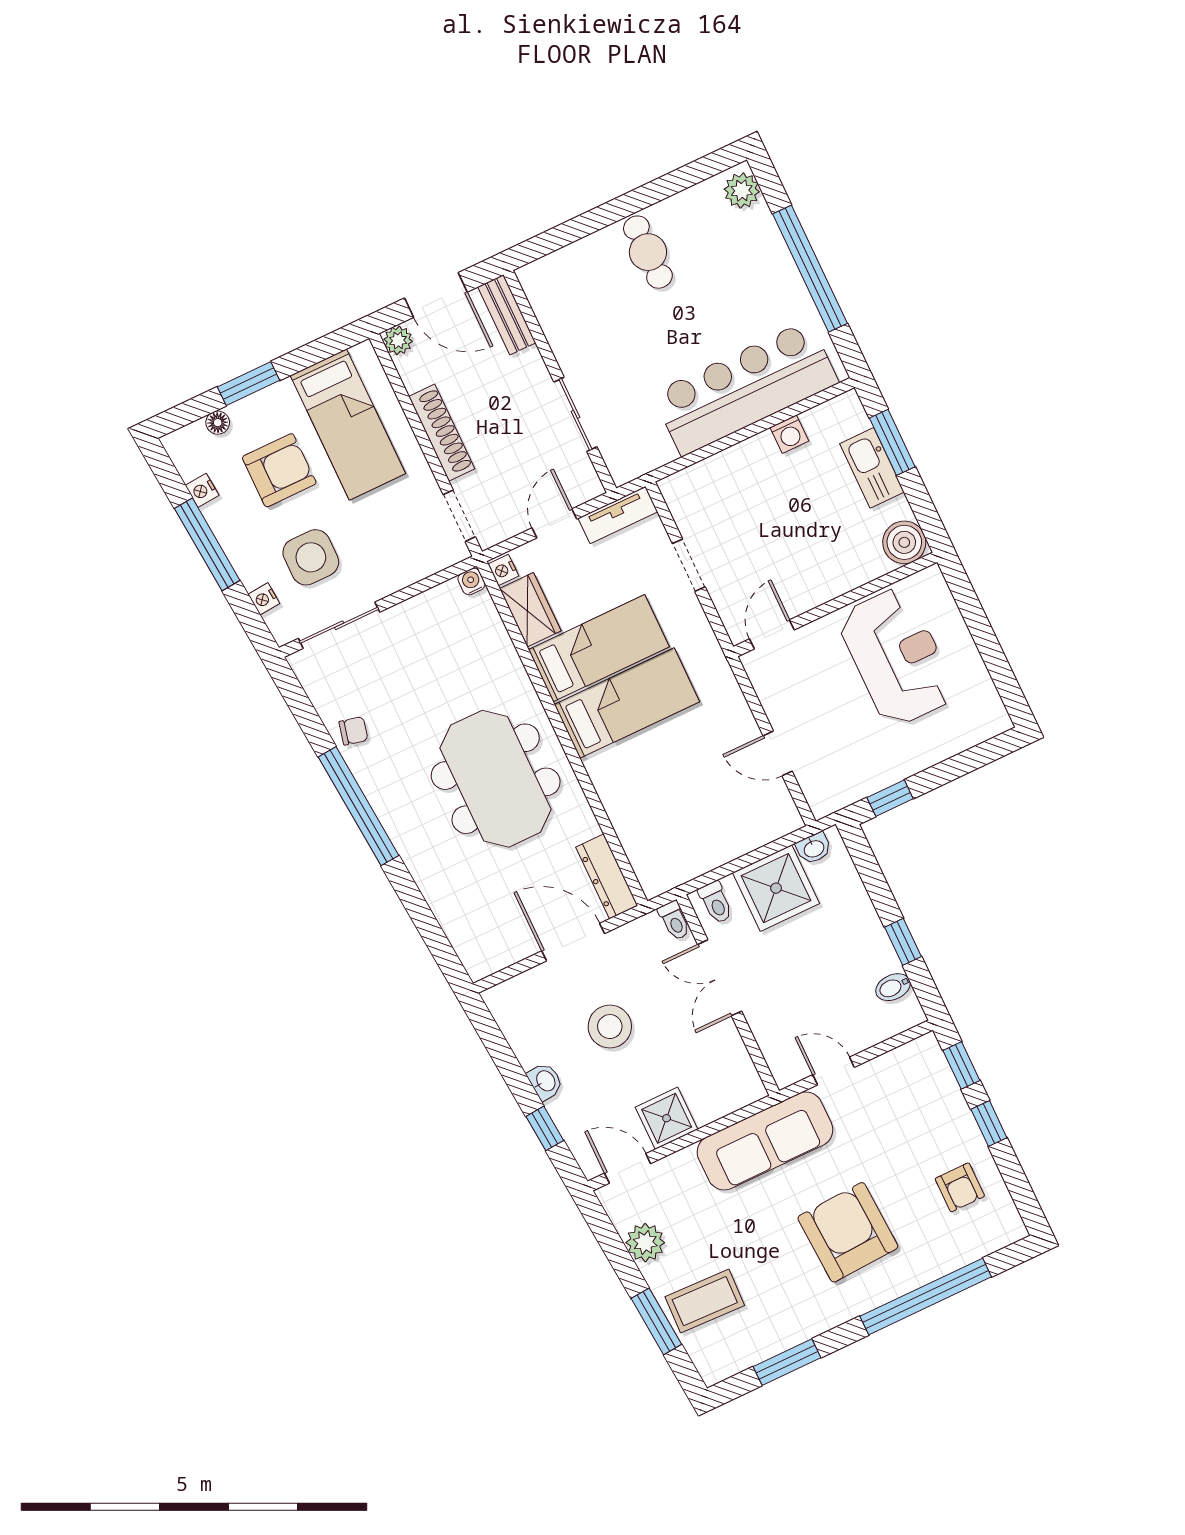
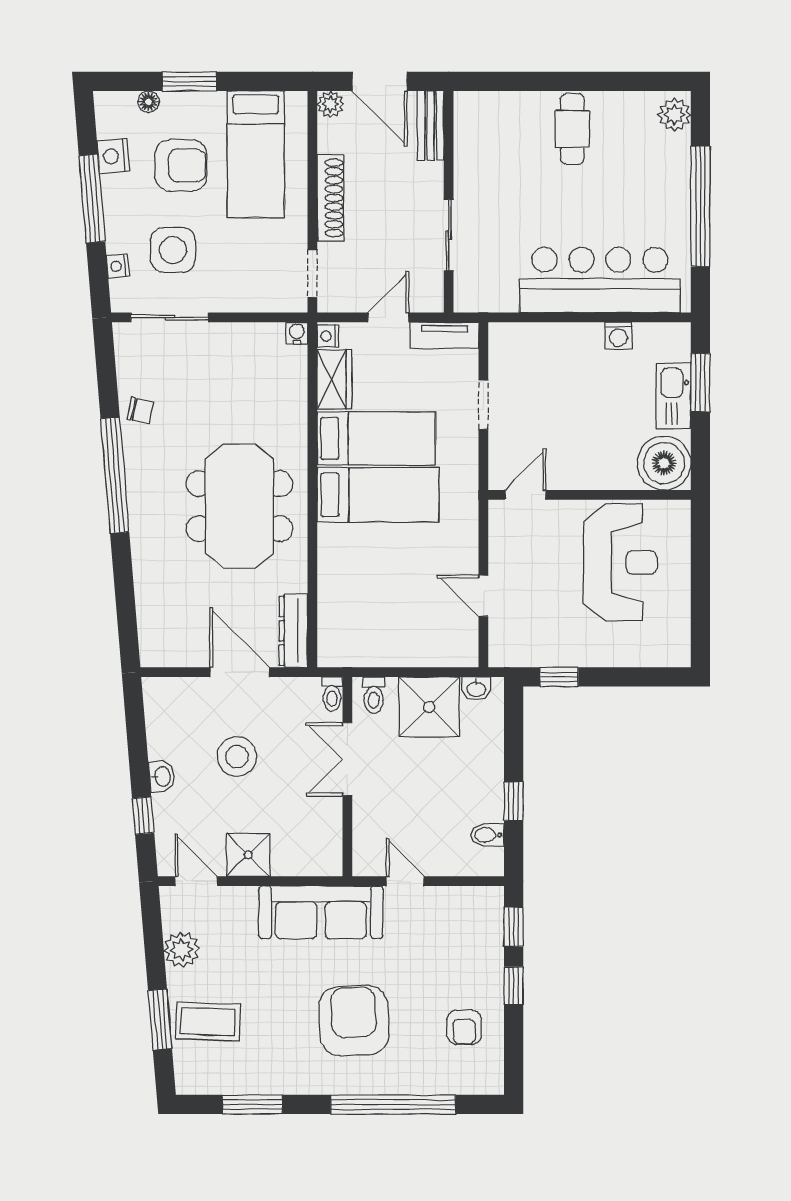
nightstand: (202, 490) -> (113, 156), width x1.39, depth x1.35
boiler: (904, 542) -> (664, 463), width x1.37, depth x1.37

